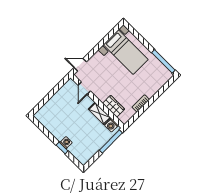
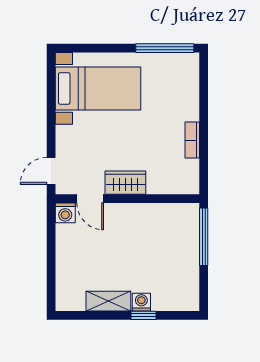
wardrobe: (114, 106) -> (125, 183), moved
shelving: (100, 113) -> (108, 301), moved
washing machine: (111, 125) -> (65, 213), moved

